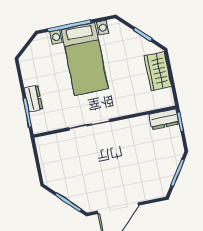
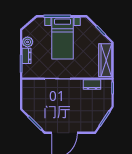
wardrobe: (158, 71) -> (105, 60), width x1.50
plant: (31, 76) -> (28, 42), added
dresser: (164, 119) -> (92, 85), moved

